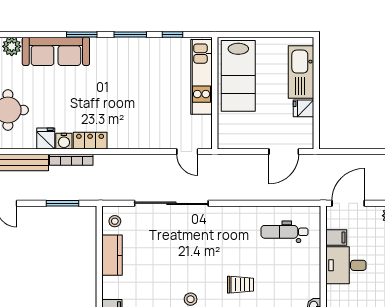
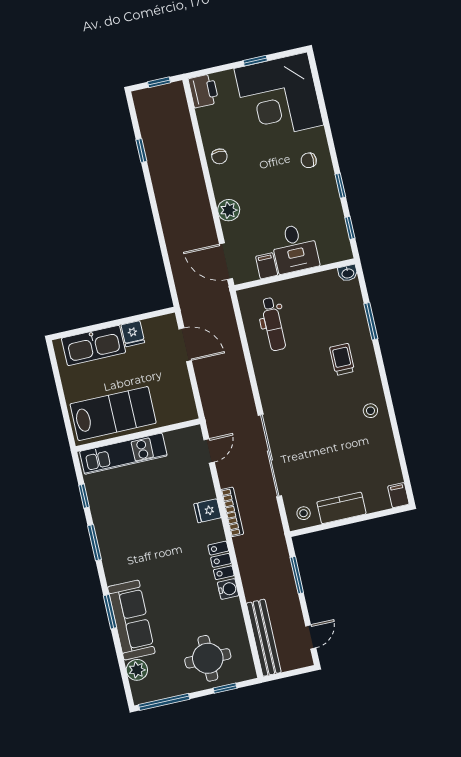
window: (82, 34) -> (110, 612), moved
fridge: (46, 139) -> (207, 511), moved
bookcase: (71, 160) -> (232, 512), moved

